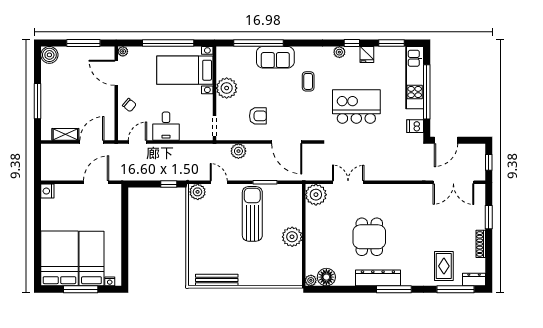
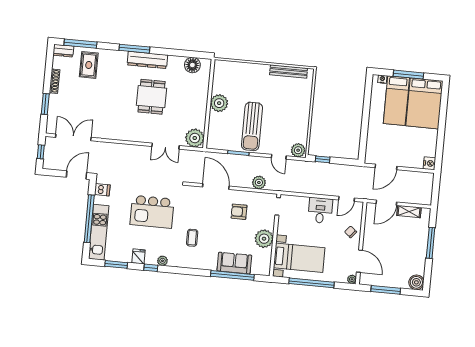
sofa: (275, 57) -> (234, 263), moved
plant: (311, 280) -> (206, 63), removed

